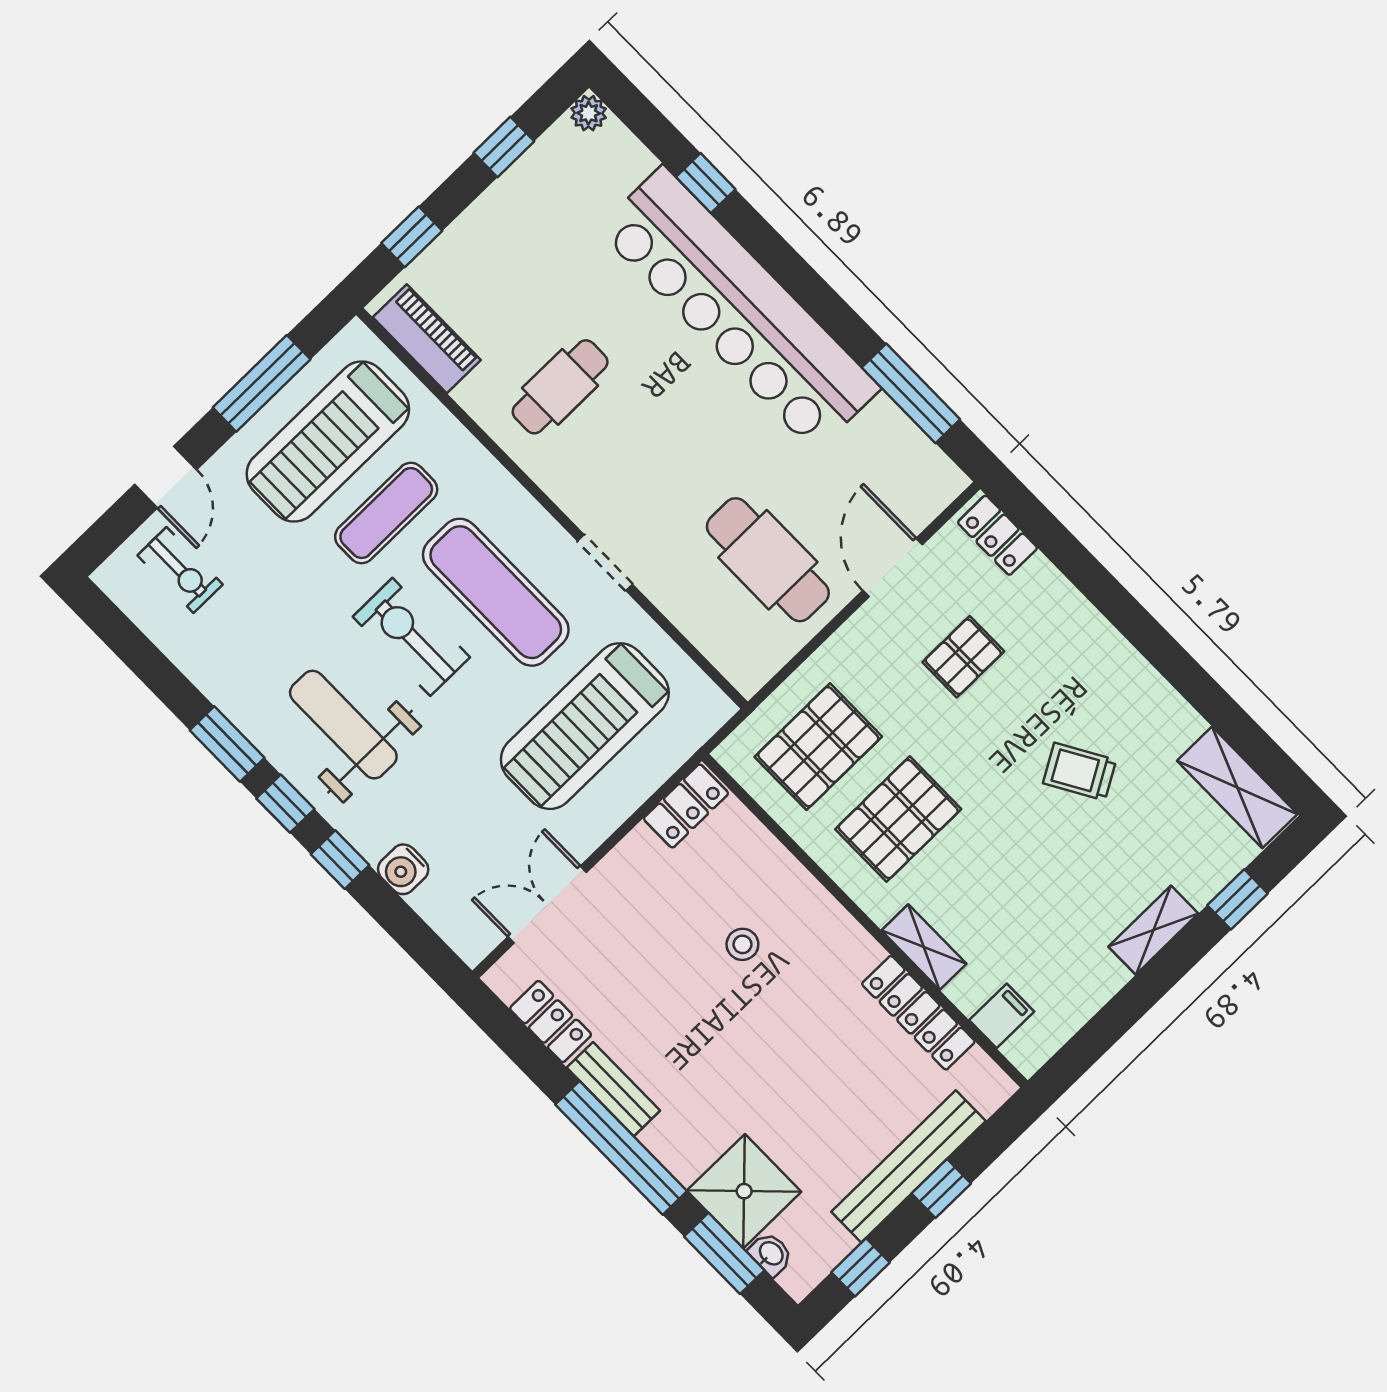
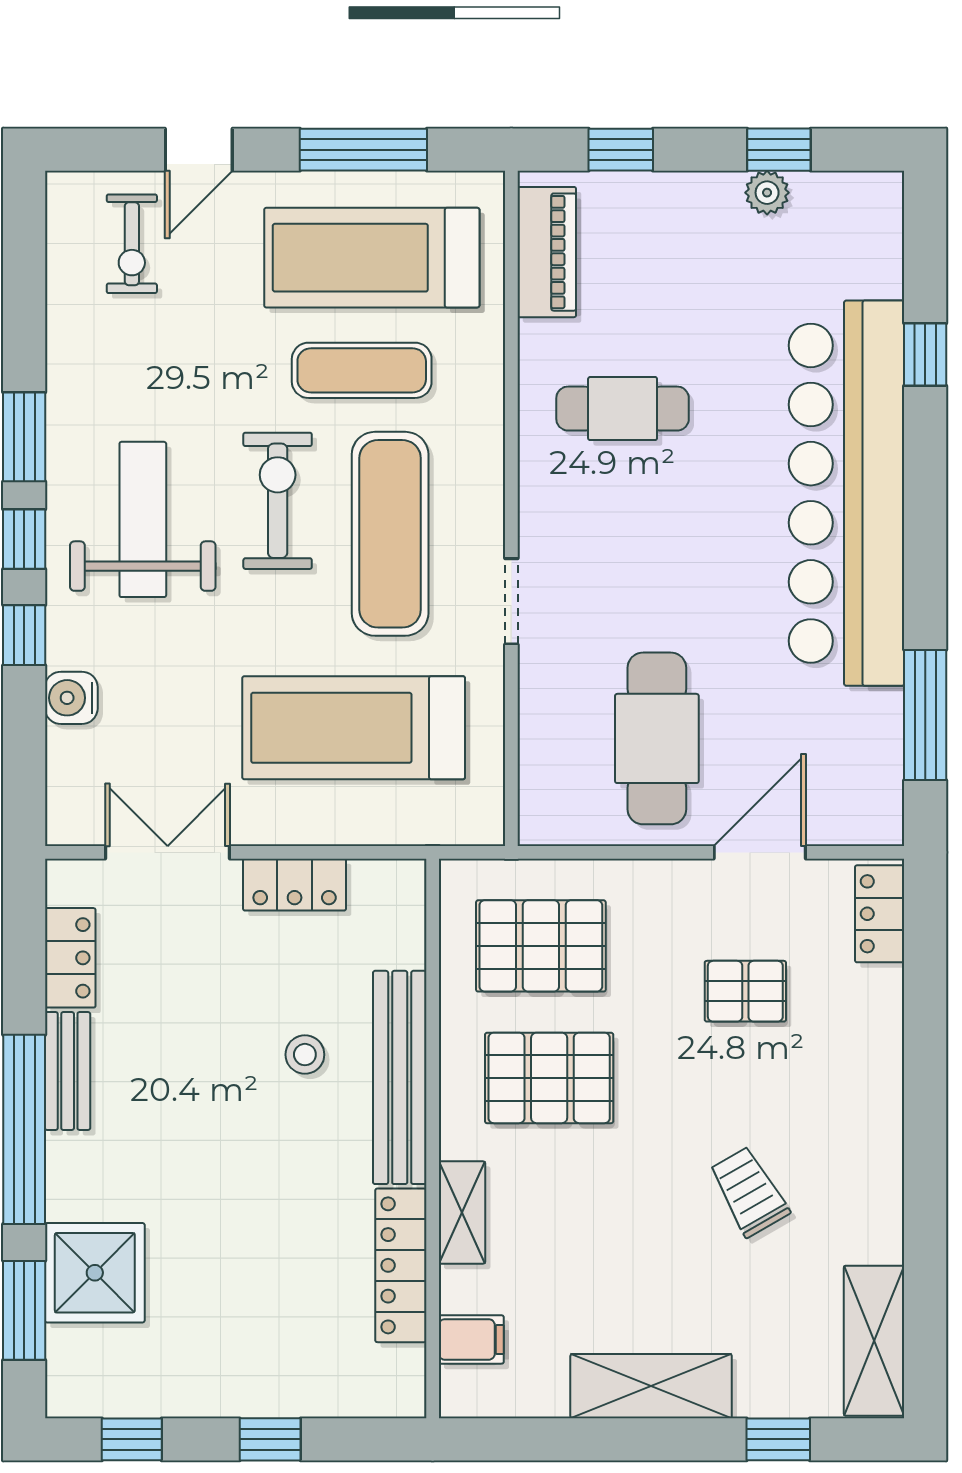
plant: (589, 113) -> (767, 193), moved
locker: (686, 806) -> (295, 885), moved
shelving: (1153, 930) -> (651, 1386), width x1.50, depth x1.33
bench: (909, 1166) -> (400, 1077), moved, turned 90
washbasin: (771, 1254) -> (64, 1351), removed

